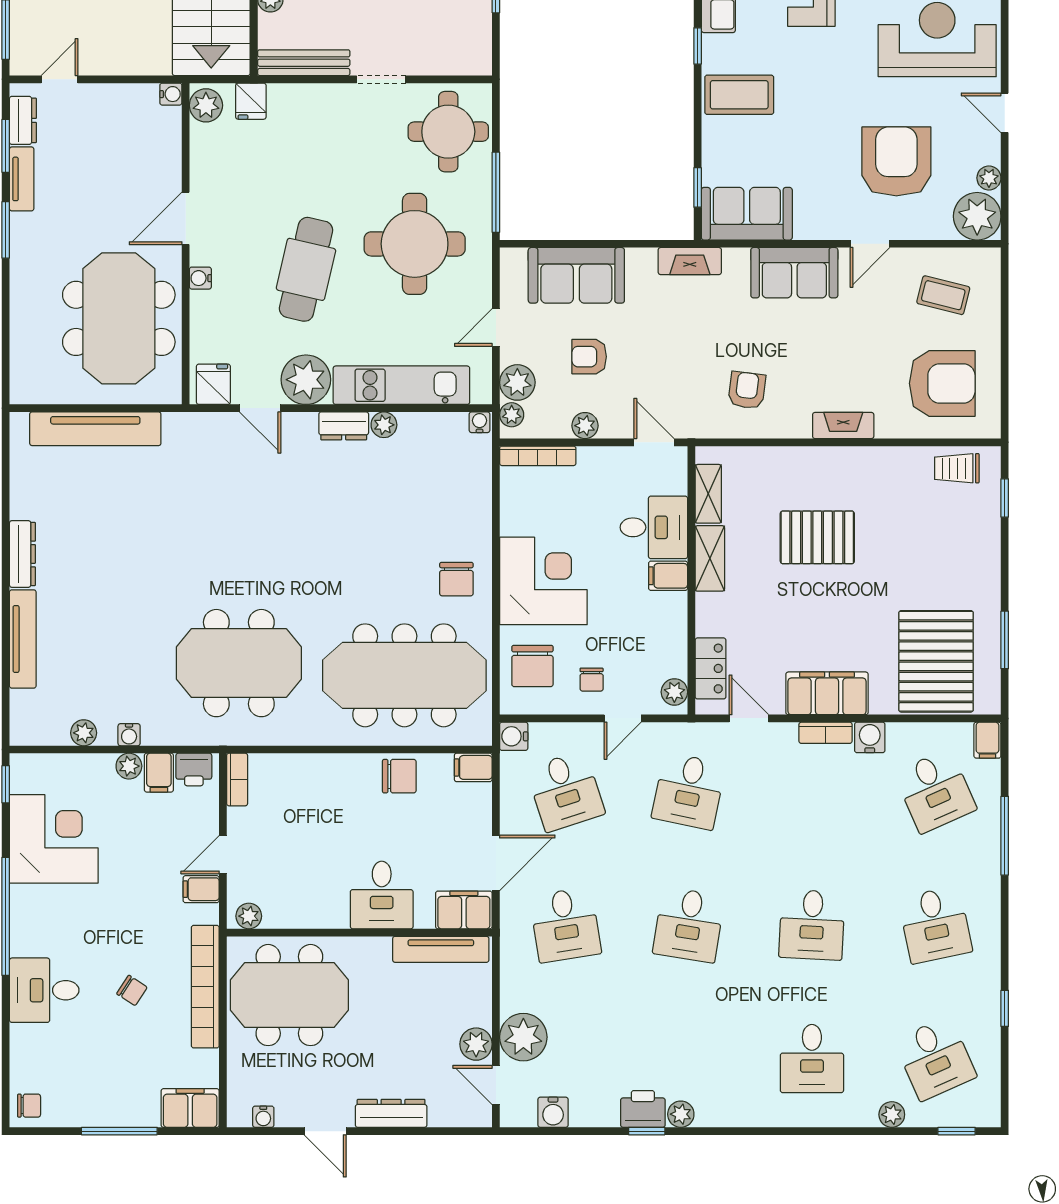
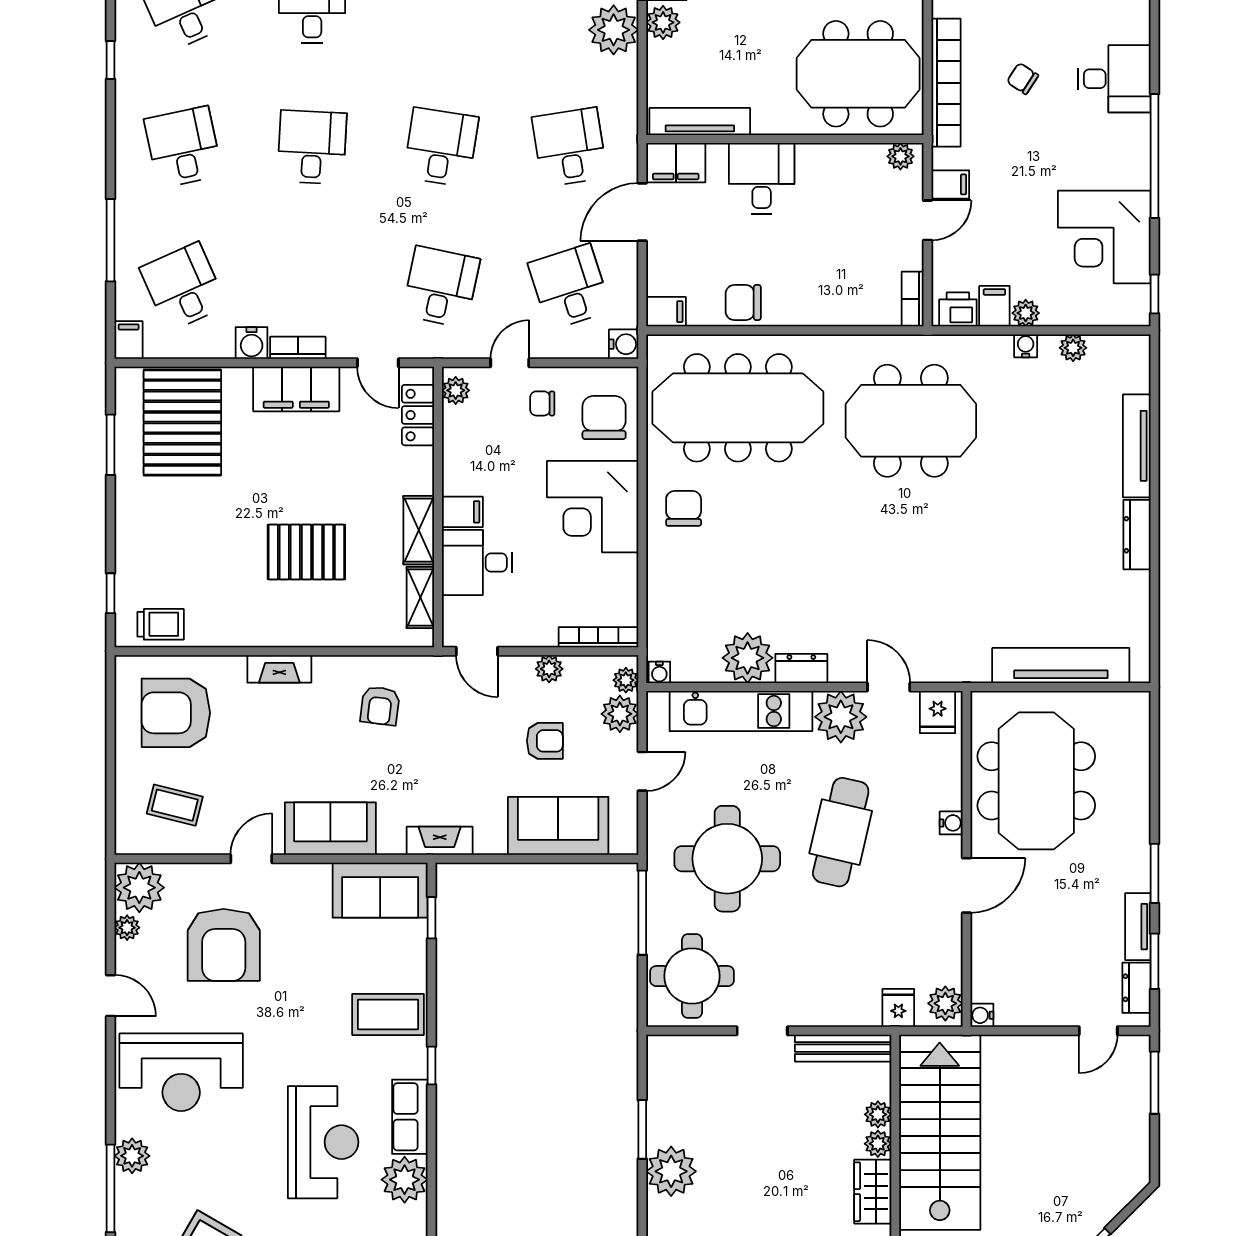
plant: (384, 425) -> (748, 658), width x1.87, depth x1.87
chair: (592, 680) -> (542, 403), turned -90

